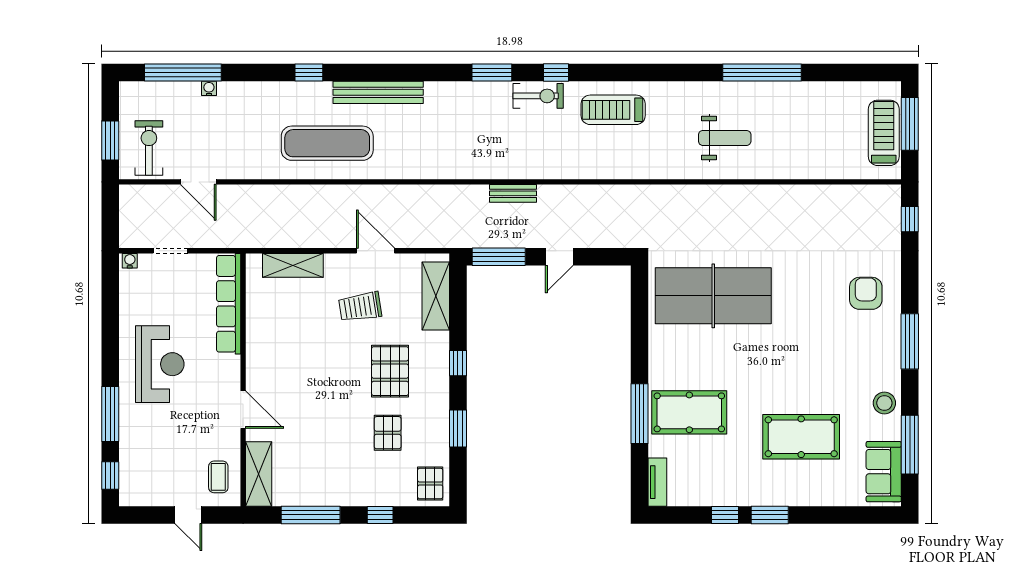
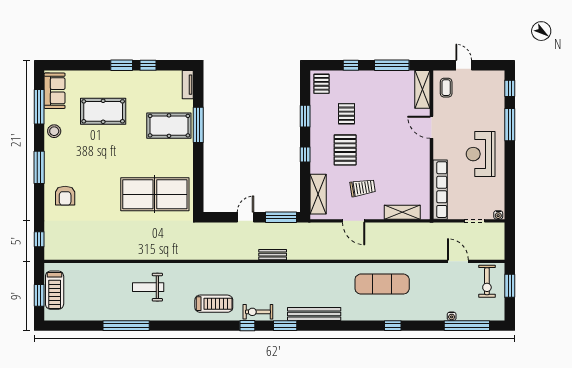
bench: (378, 92) -> (314, 314), moved
window: (910, 124) -> (39, 295), width x0.69

